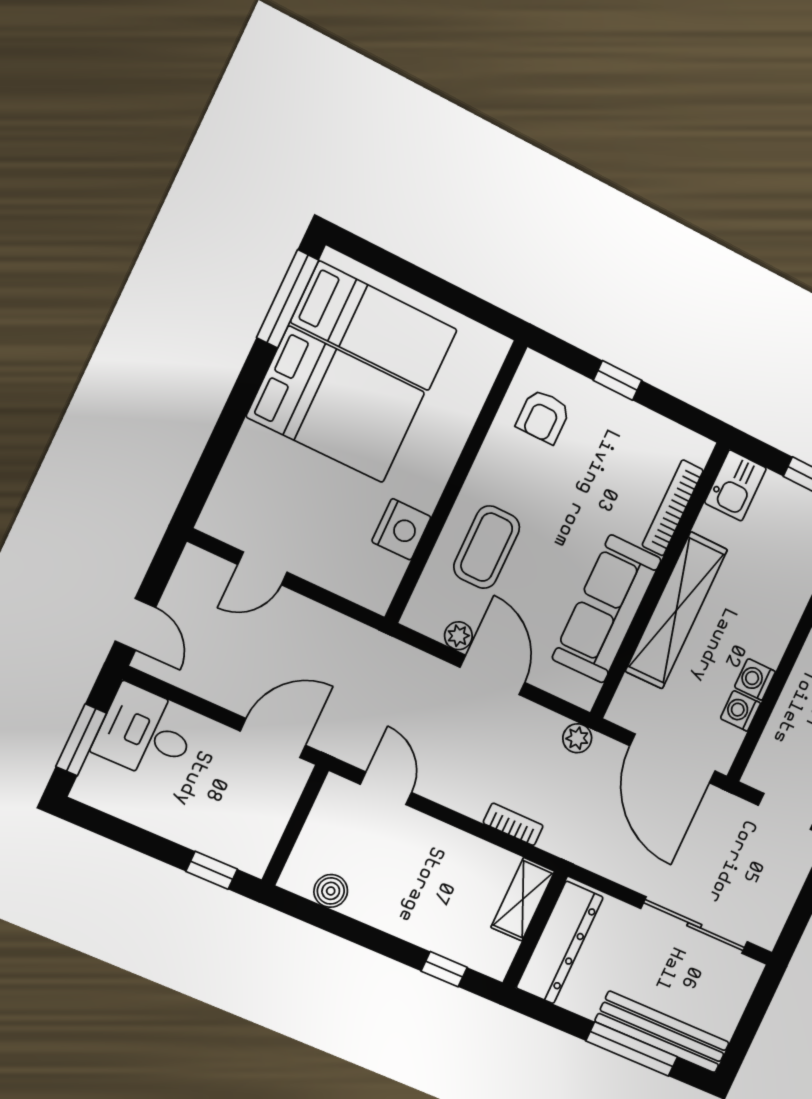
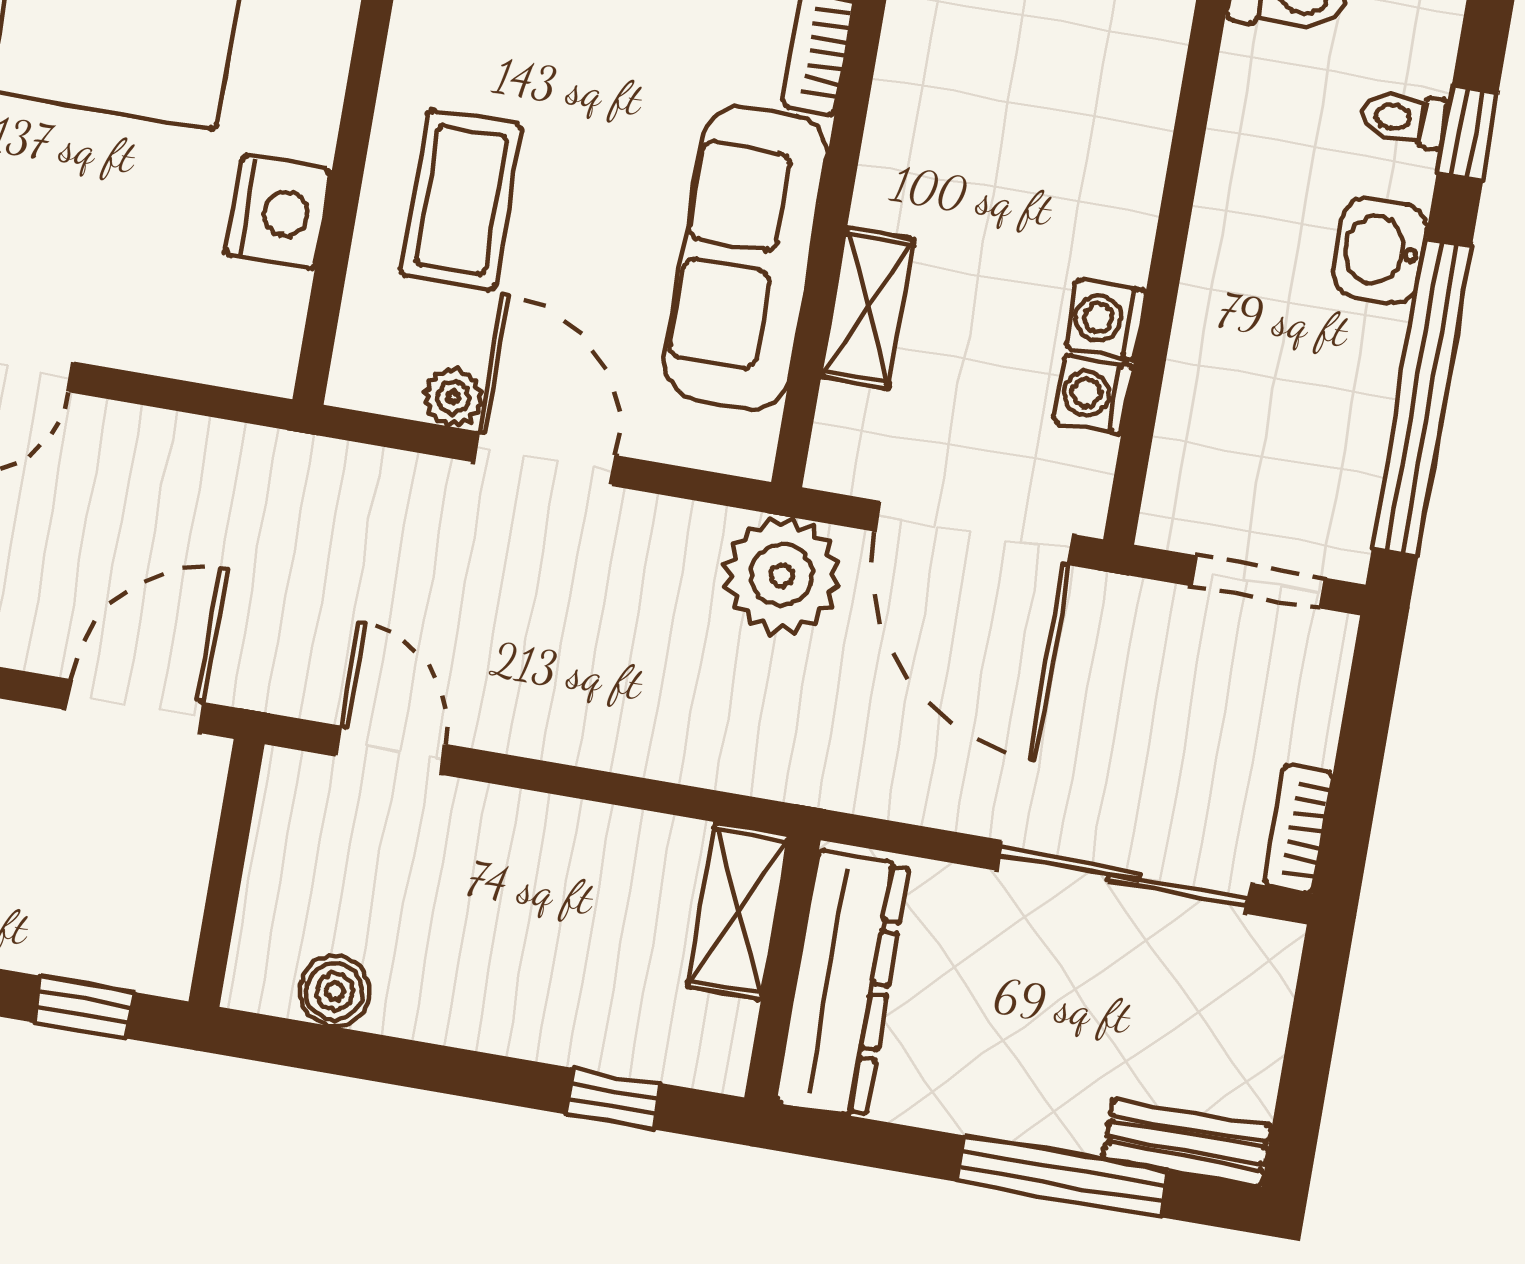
shelving: (676, 610) -> (868, 308), width x0.45, depth x0.75
plant: (577, 738) -> (782, 575), width x1.88, depth x1.88
bookcase: (513, 824) -> (1298, 829), moved, turned -90
bench: (662, 1032) -> (1187, 1143), width x0.54, depth x0.82

